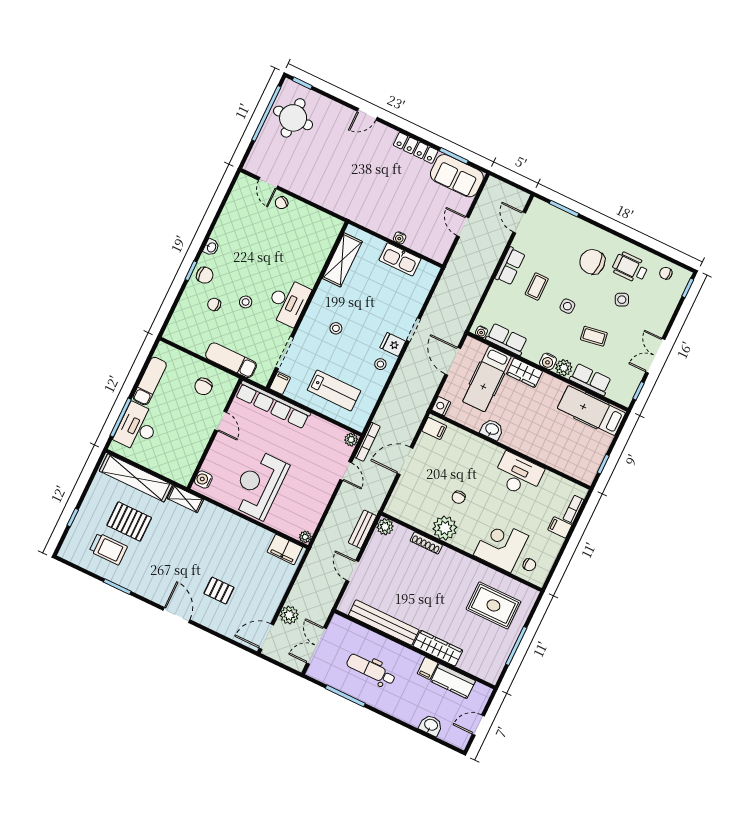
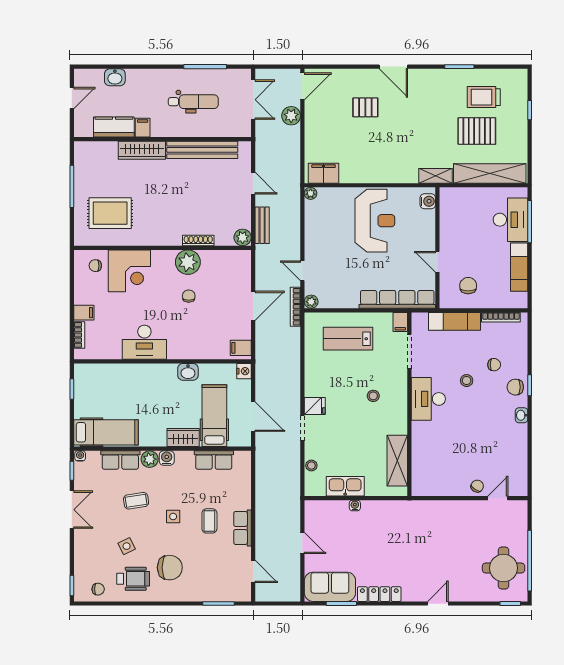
door: (268, 183) -> (498, 498), hinge flipped
water cooler: (481, 332) -> (80, 456), moved
bookcase: (188, 344) -> (501, 317), added
stool: (380, 364) -> (311, 466), moved

